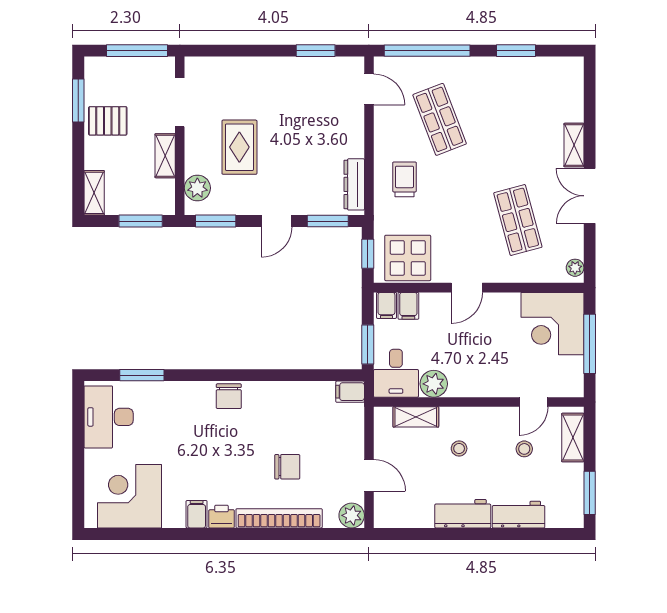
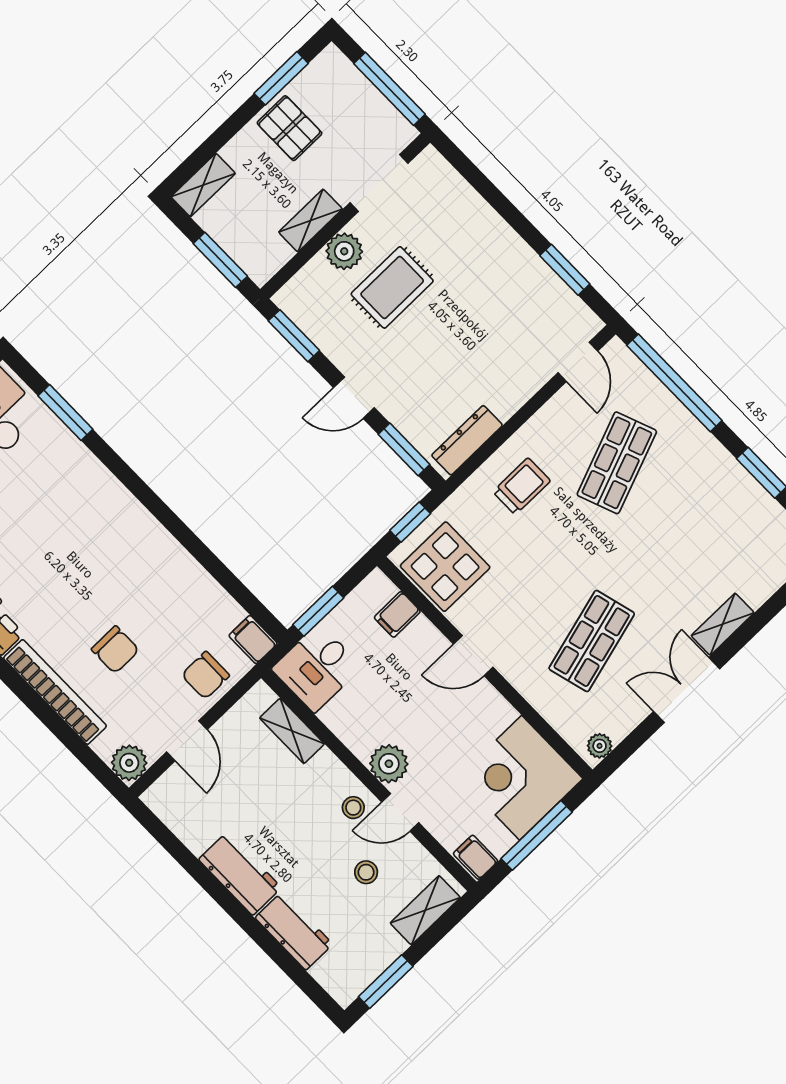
plant: (197, 188) -> (344, 251), moved
filing cabinet: (386, 305) -> (475, 857), moved, turned 90
plant: (434, 384) -> (389, 764), moved
chair: (229, 396) -> (205, 675), moved
door: (533, 402) -> (400, 812), moved
stool: (459, 449) -> (353, 808), moved

